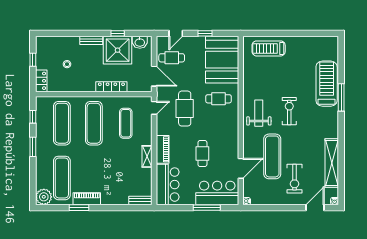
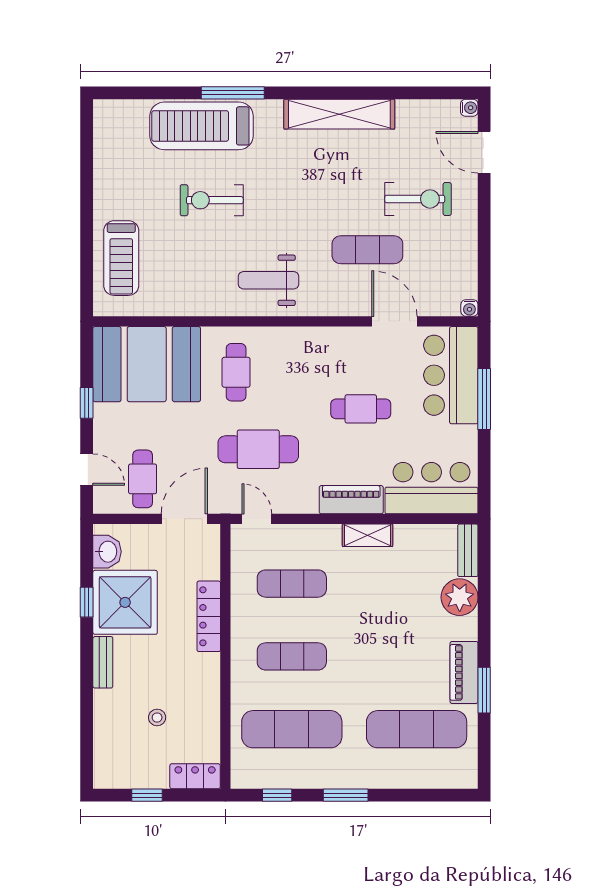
exercise bike: (289, 111) -> (212, 200), moved
exercise mat: (94, 123) -> (292, 656), width x0.73, depth x0.69
exercise mat: (272, 156) -> (367, 250), width x0.73, depth x0.69
shelving: (332, 163) -> (339, 114), moved
plant: (44, 197) -> (460, 597), moved

